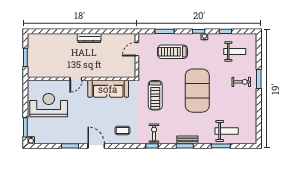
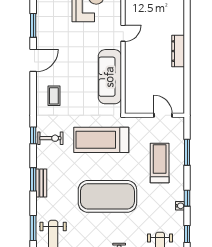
door: (76, 79) -> (123, 33), swing flipped
treadmill: (155, 95) -> (101, 140), width x1.37, depth x1.38

